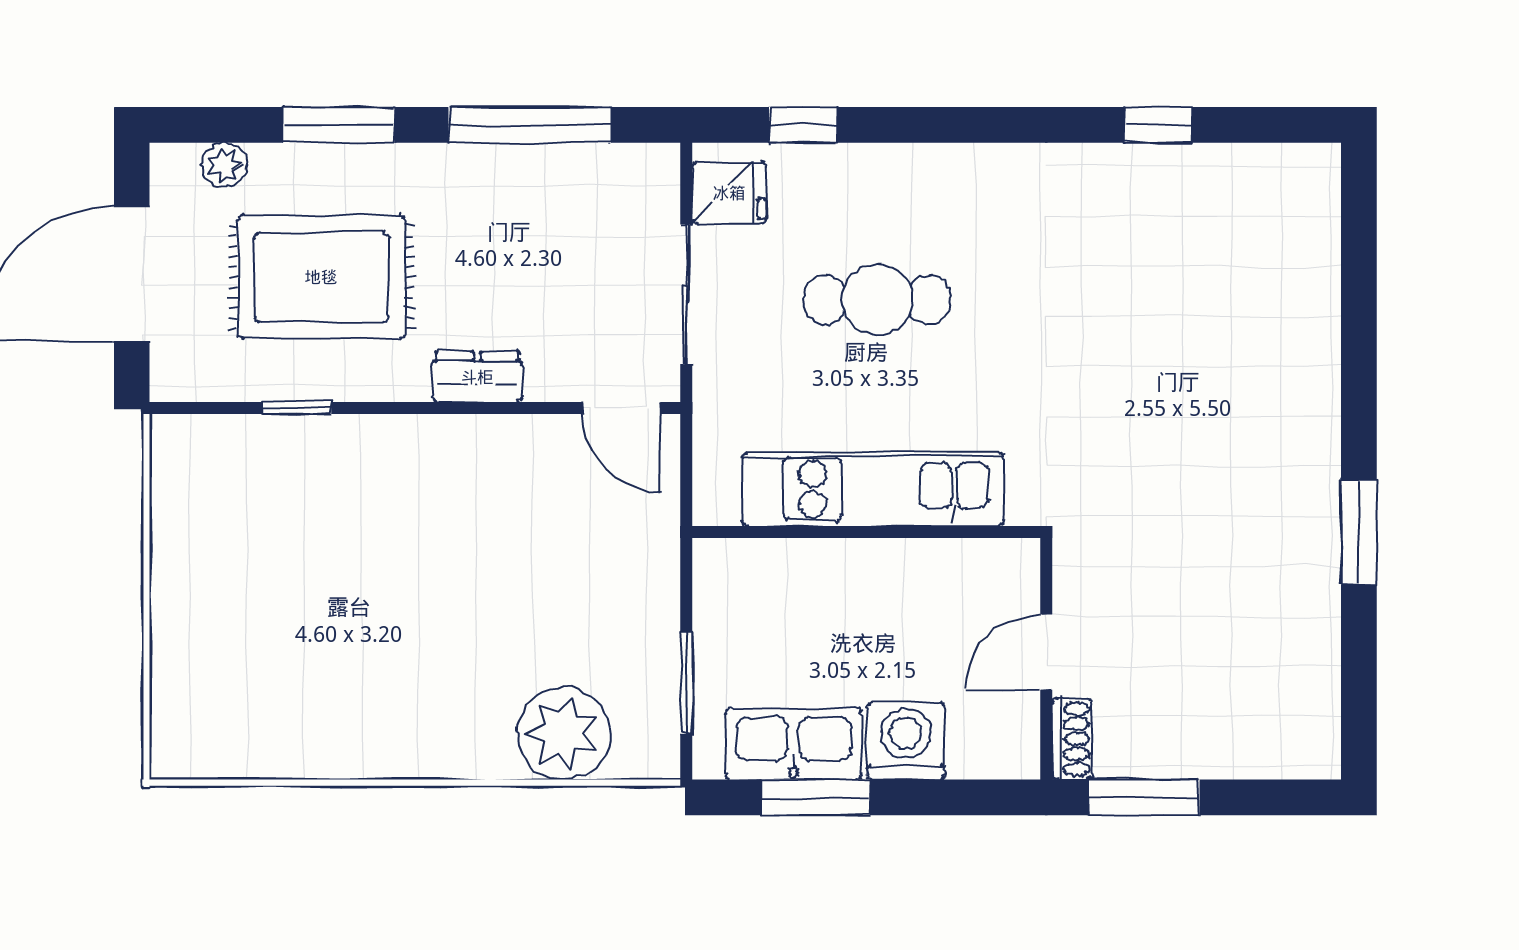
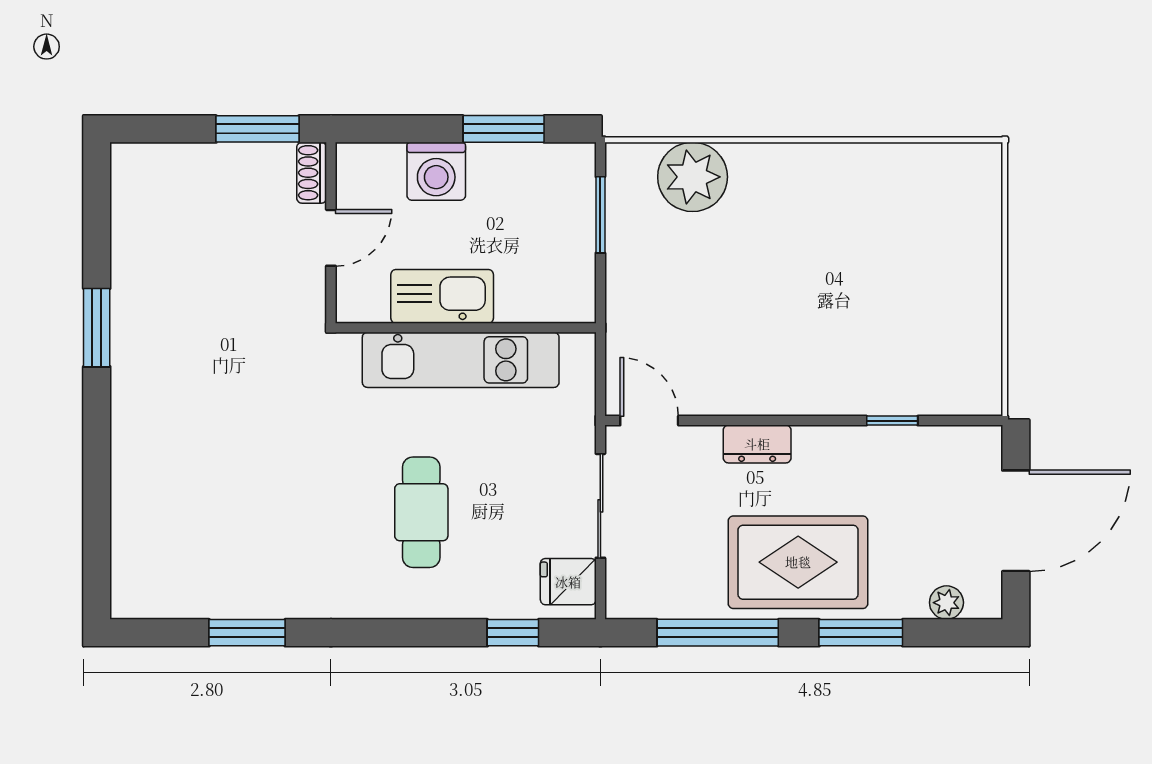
window: (1158, 125) -> (247, 633), width x1.50
rug: (321, 277) -> (798, 562), moved
cafe table: (877, 300) -> (421, 512), moved, turned 90
kitchen sink: (794, 744) -> (442, 296), moved, turned 180

